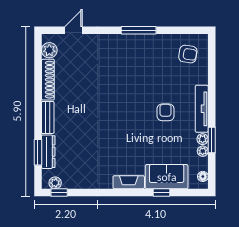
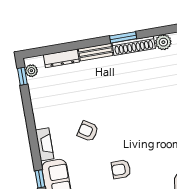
armchair: (166, 112) -> (121, 169), turned 180
armchair: (123, 138) -> (88, 131), added
window: (38, 152) -> (123, 37), moved

